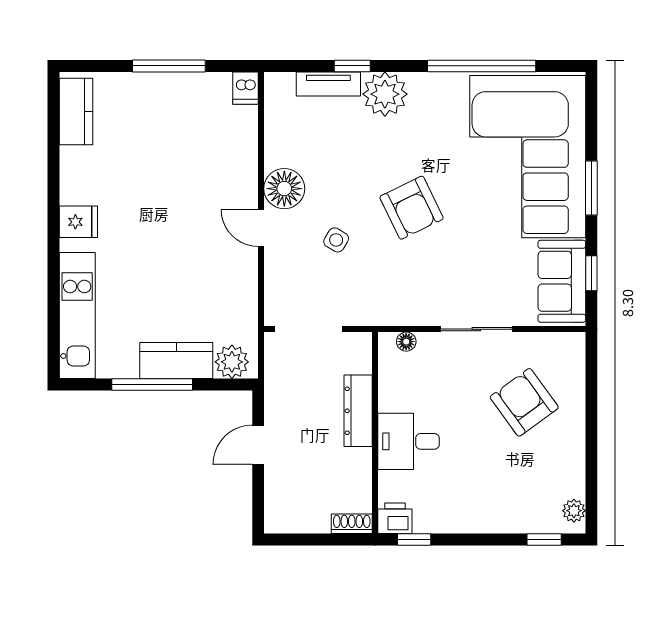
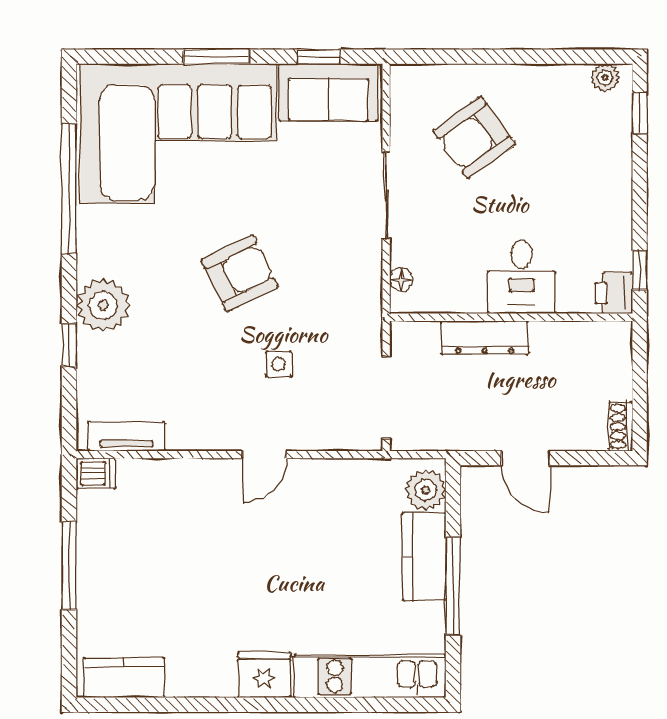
tv unit: (328, 84) -> (126, 436), moved, turned -90
floor lamp: (284, 189) -> (217, 427), removed
fridge: (78, 222) -> (264, 675), width x1.38
side table: (336, 240) -> (279, 364), turned -31
shoe rack: (352, 524) -> (621, 427), moved

